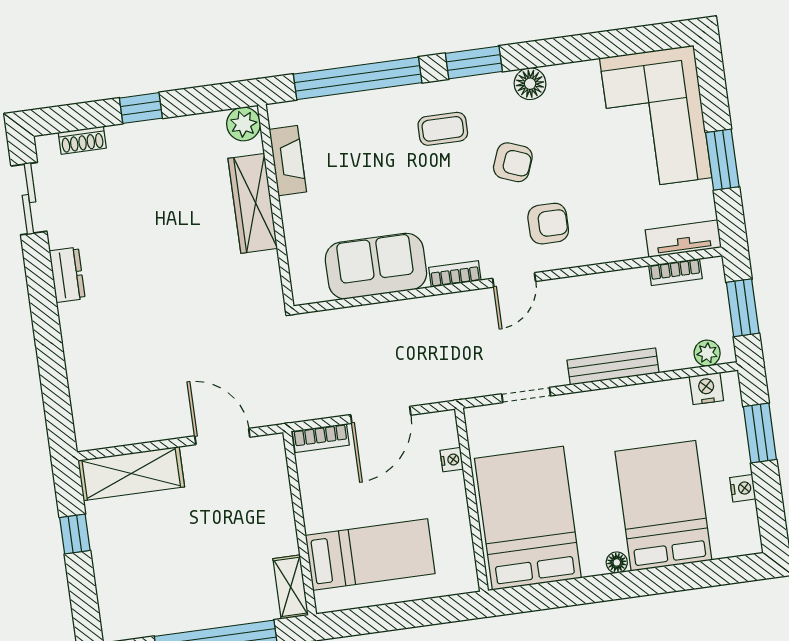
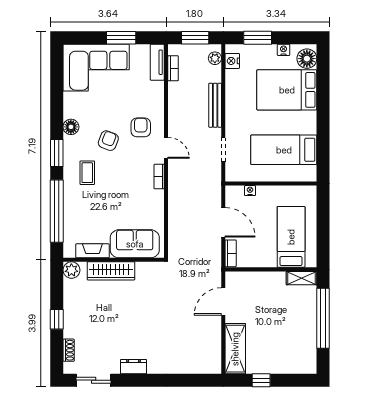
sofa: (376, 266) -> (135, 244), moved, turned 90
bed: (528, 518) -> (284, 150), width x0.67
floor lamp: (617, 562) -> (307, 59), moved, width x1.89, depth x1.89

